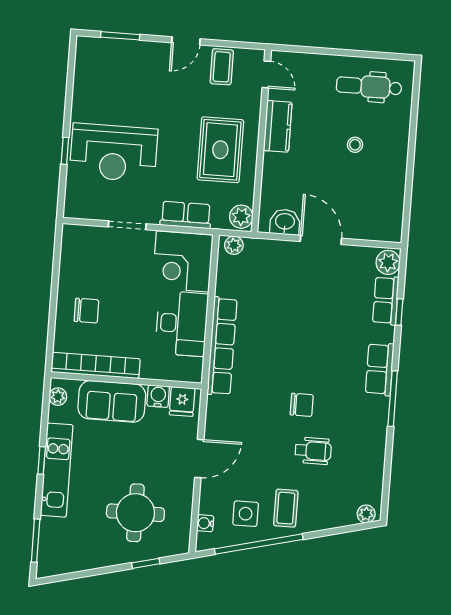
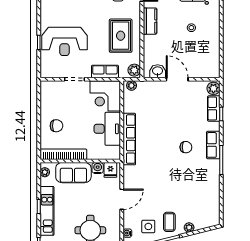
chair: (302, 405) -> (186, 147), moved
wheelchair: (313, 451) -> (182, 191), removed
plant: (366, 514) -> (189, 227), moved

